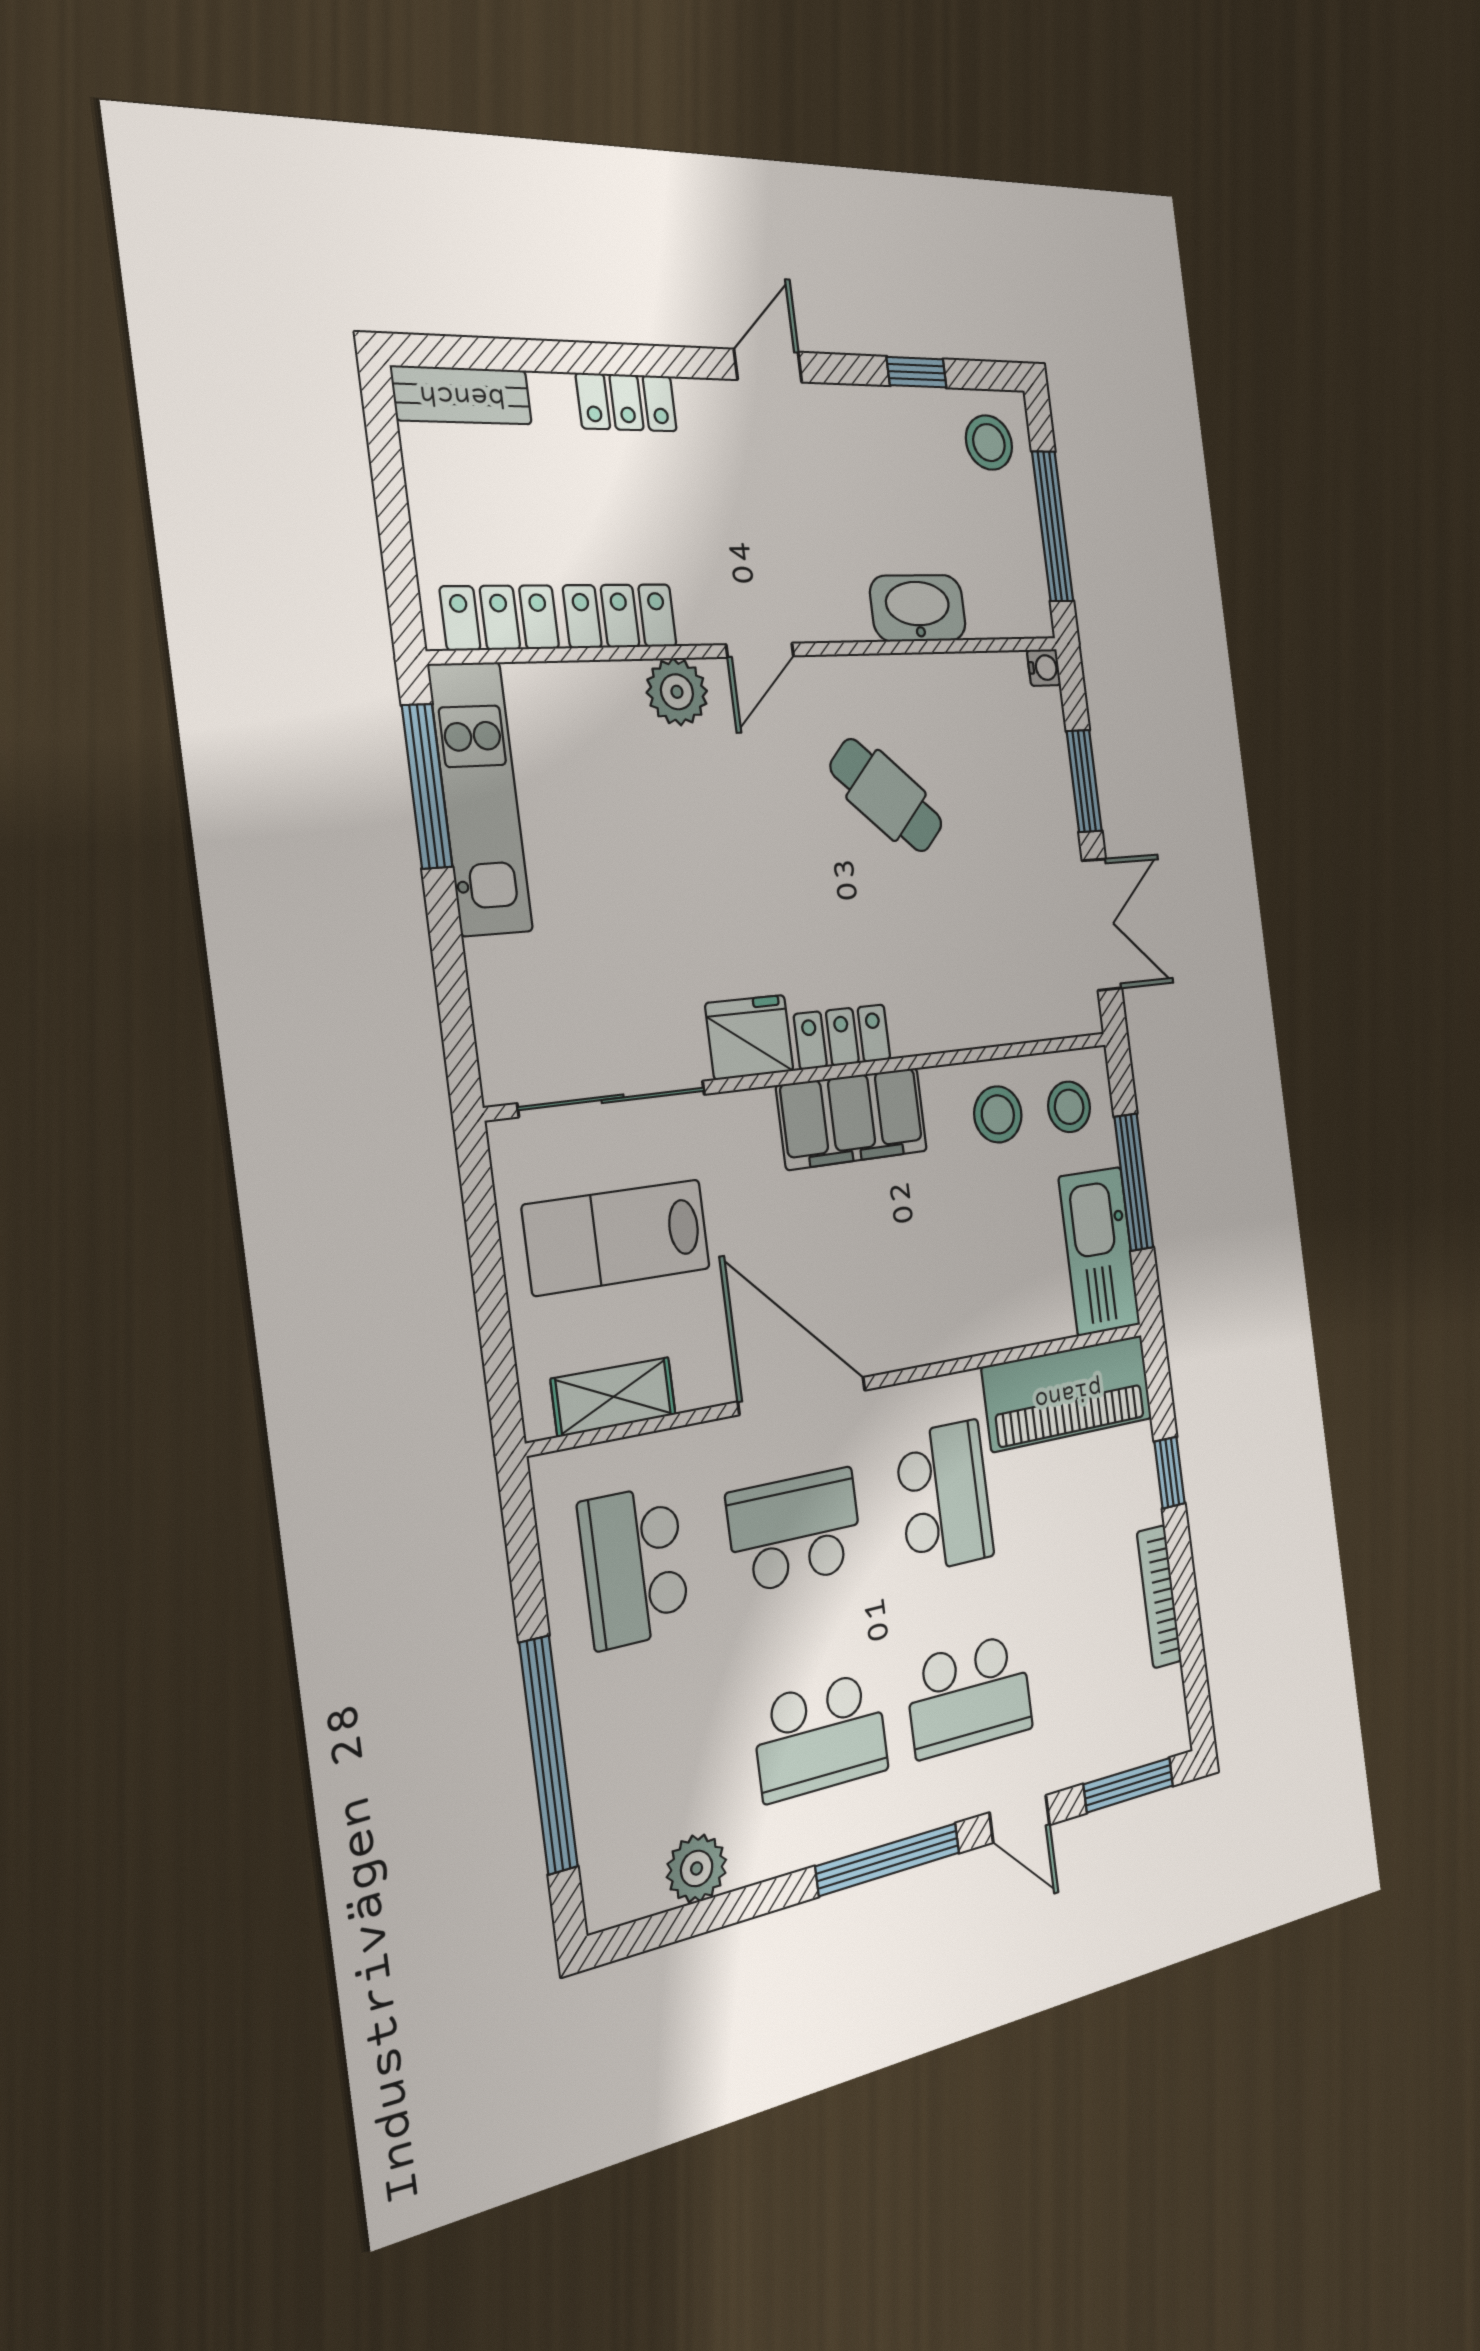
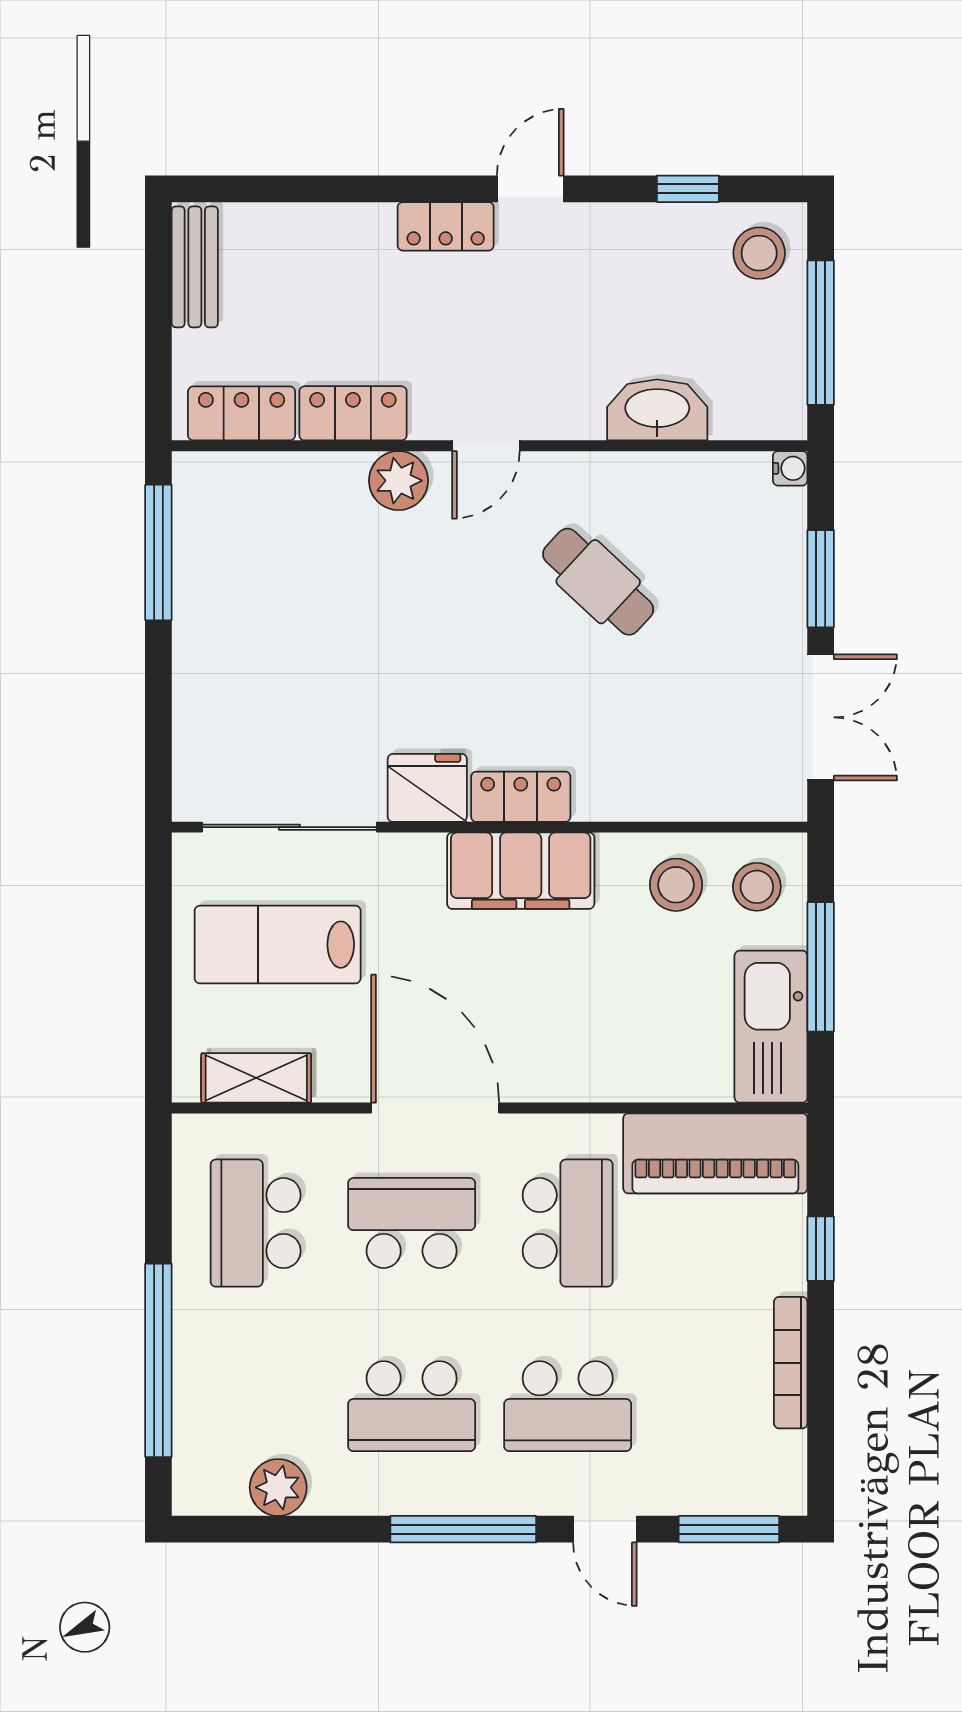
bench: (462, 395) -> (195, 267), moved, turned 90
locker: (627, 402) -> (446, 226), moved
kitchen unit: (480, 799) -> (204, 565), removed

